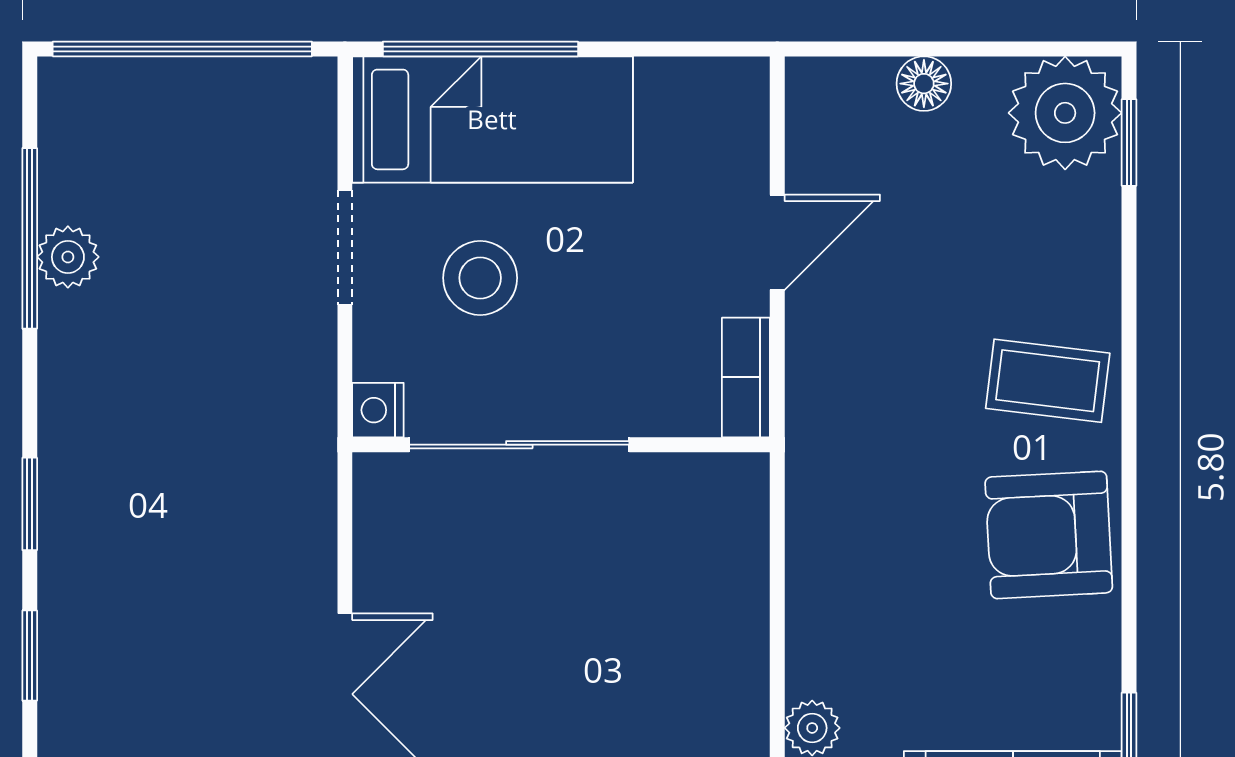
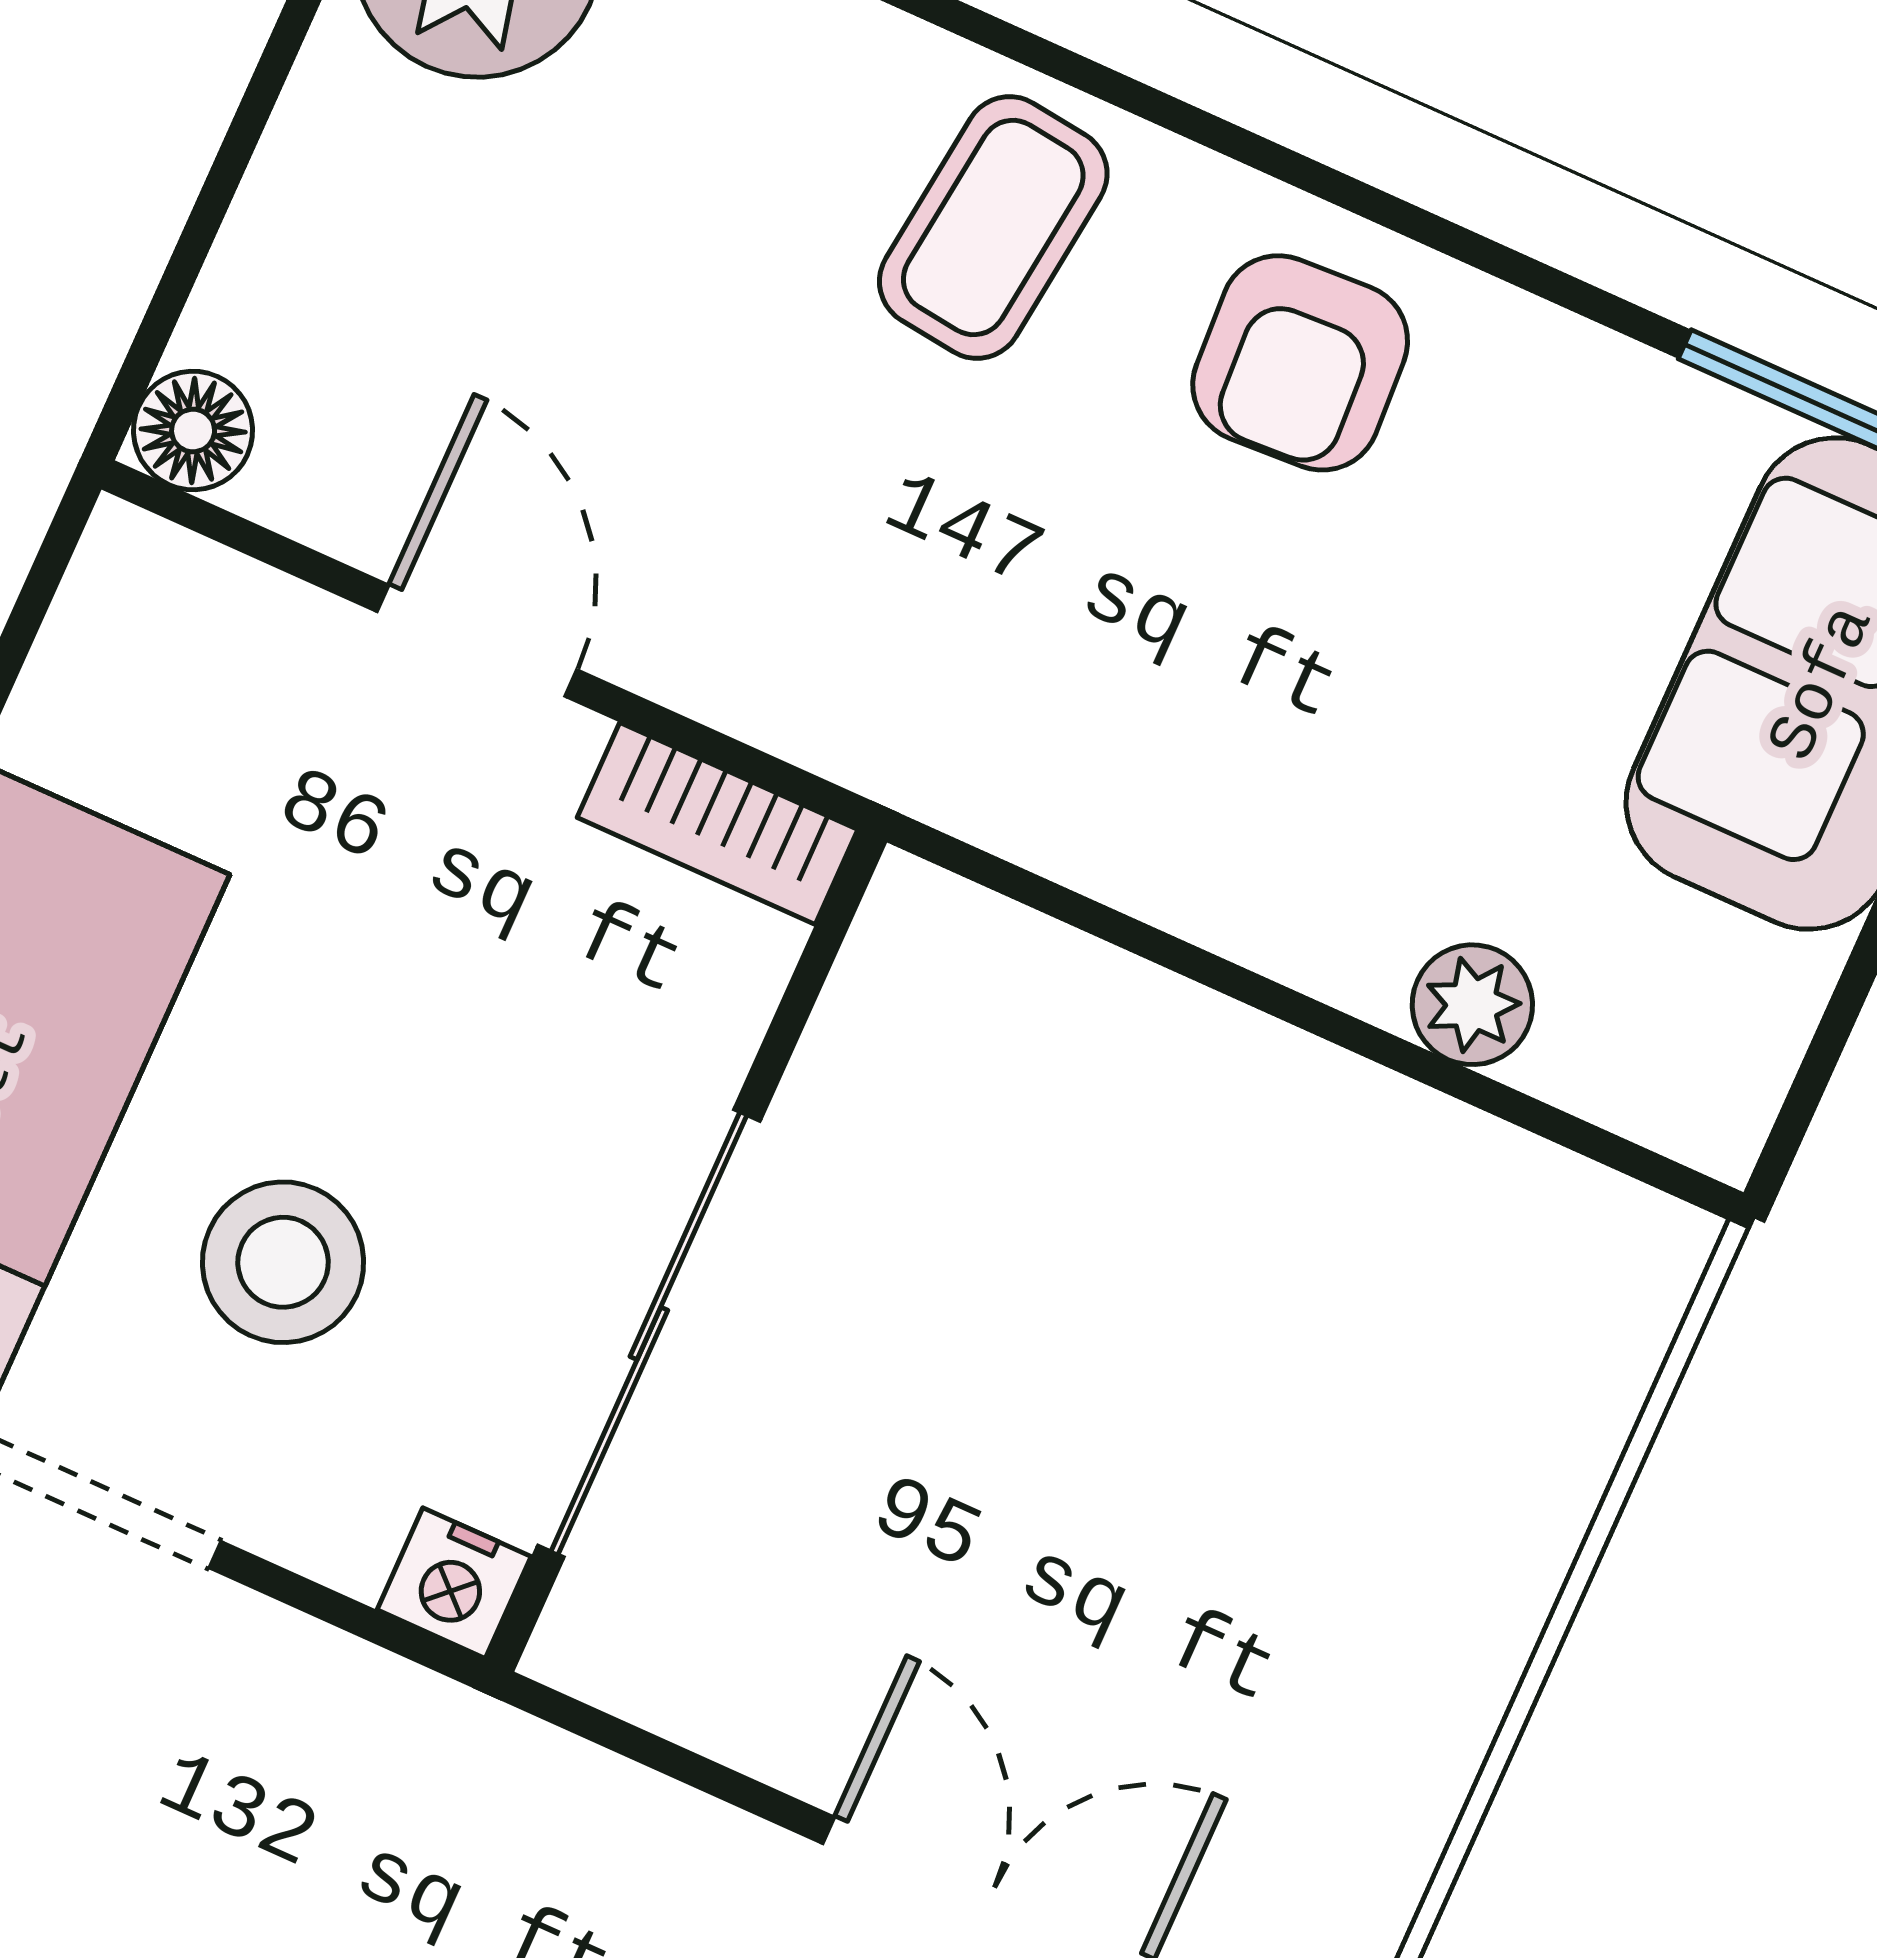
floor lamp: (924, 84) -> (193, 431), moved
armchair: (1049, 535) -> (1300, 363), width x0.72, depth x0.72

